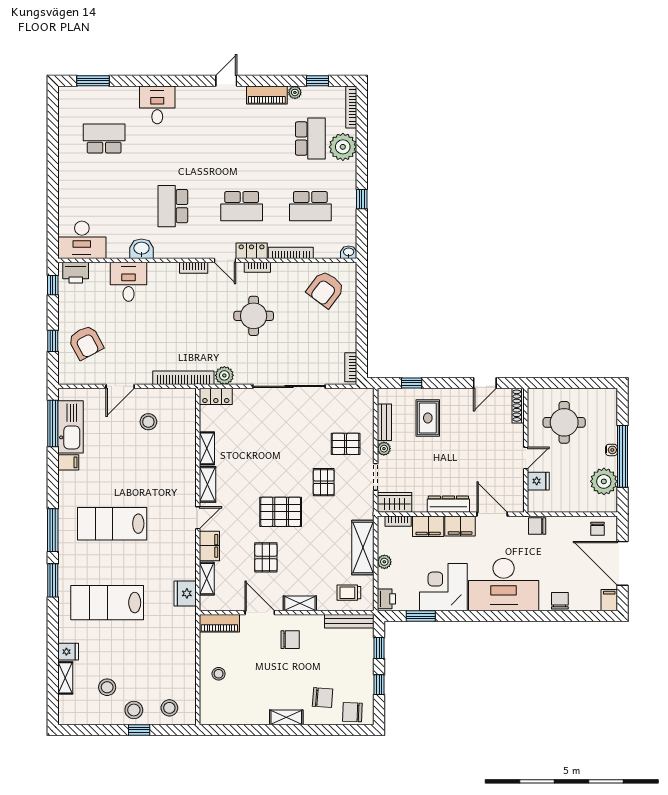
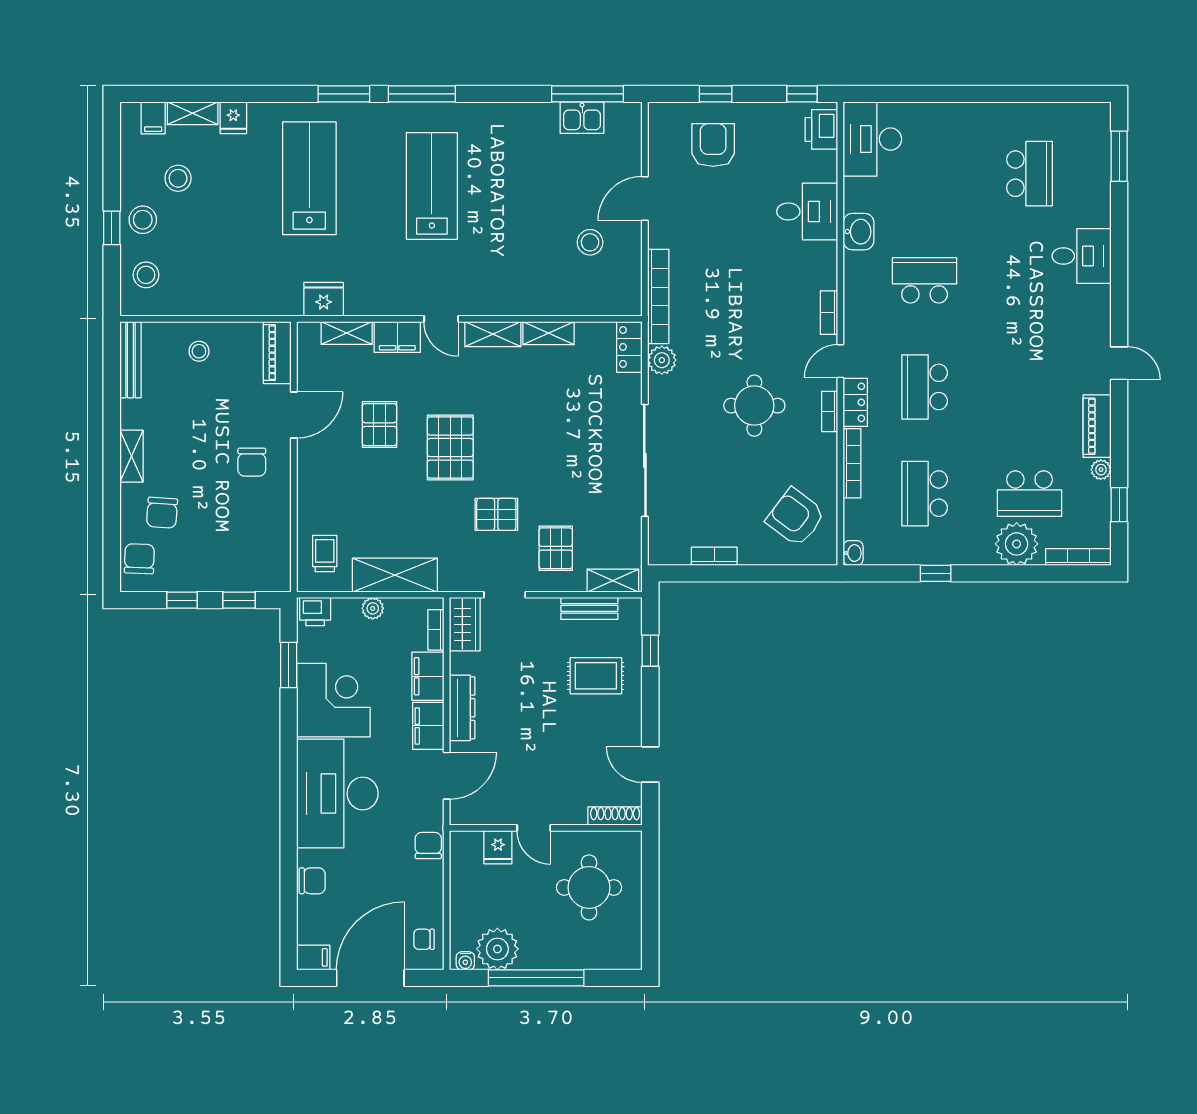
armchair: (86, 342) -> (713, 145), turned 118
bookcase: (351, 367) -> (714, 556), moved
door: (120, 386) -> (645, 198), hinge flipped
kitchen sink: (71, 427) -> (582, 118), width x0.53, depth x0.81
plant: (384, 449) -> (548, 608), removed
water cooler: (611, 450) -> (465, 961), moved
filing cabinet: (68, 462) -> (153, 118), moved
pallet: (266, 557) -> (379, 425), turned 90
shelving: (300, 603) -> (613, 581), moved, turned 90
bench: (349, 621) -> (130, 360), moved

